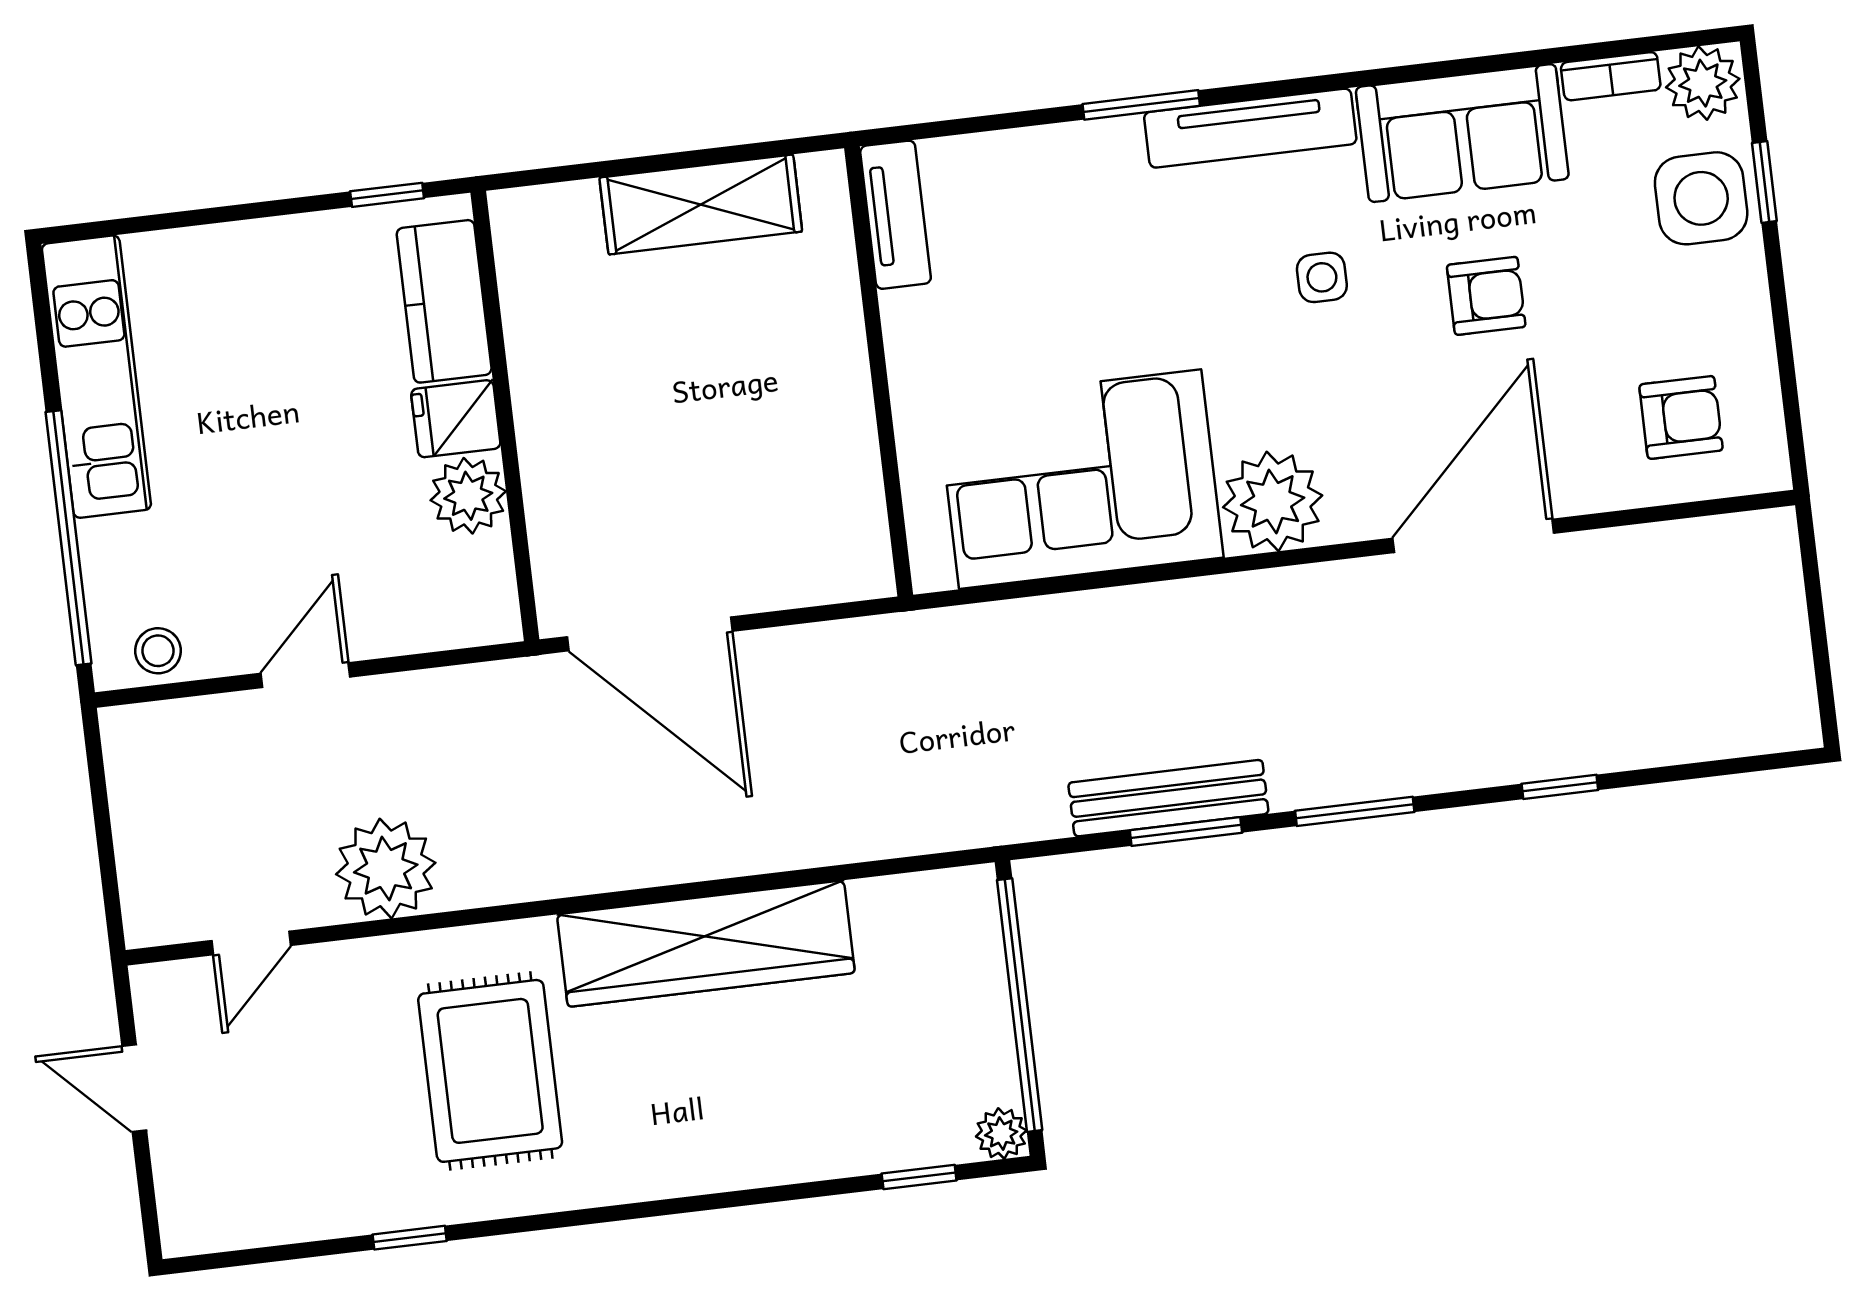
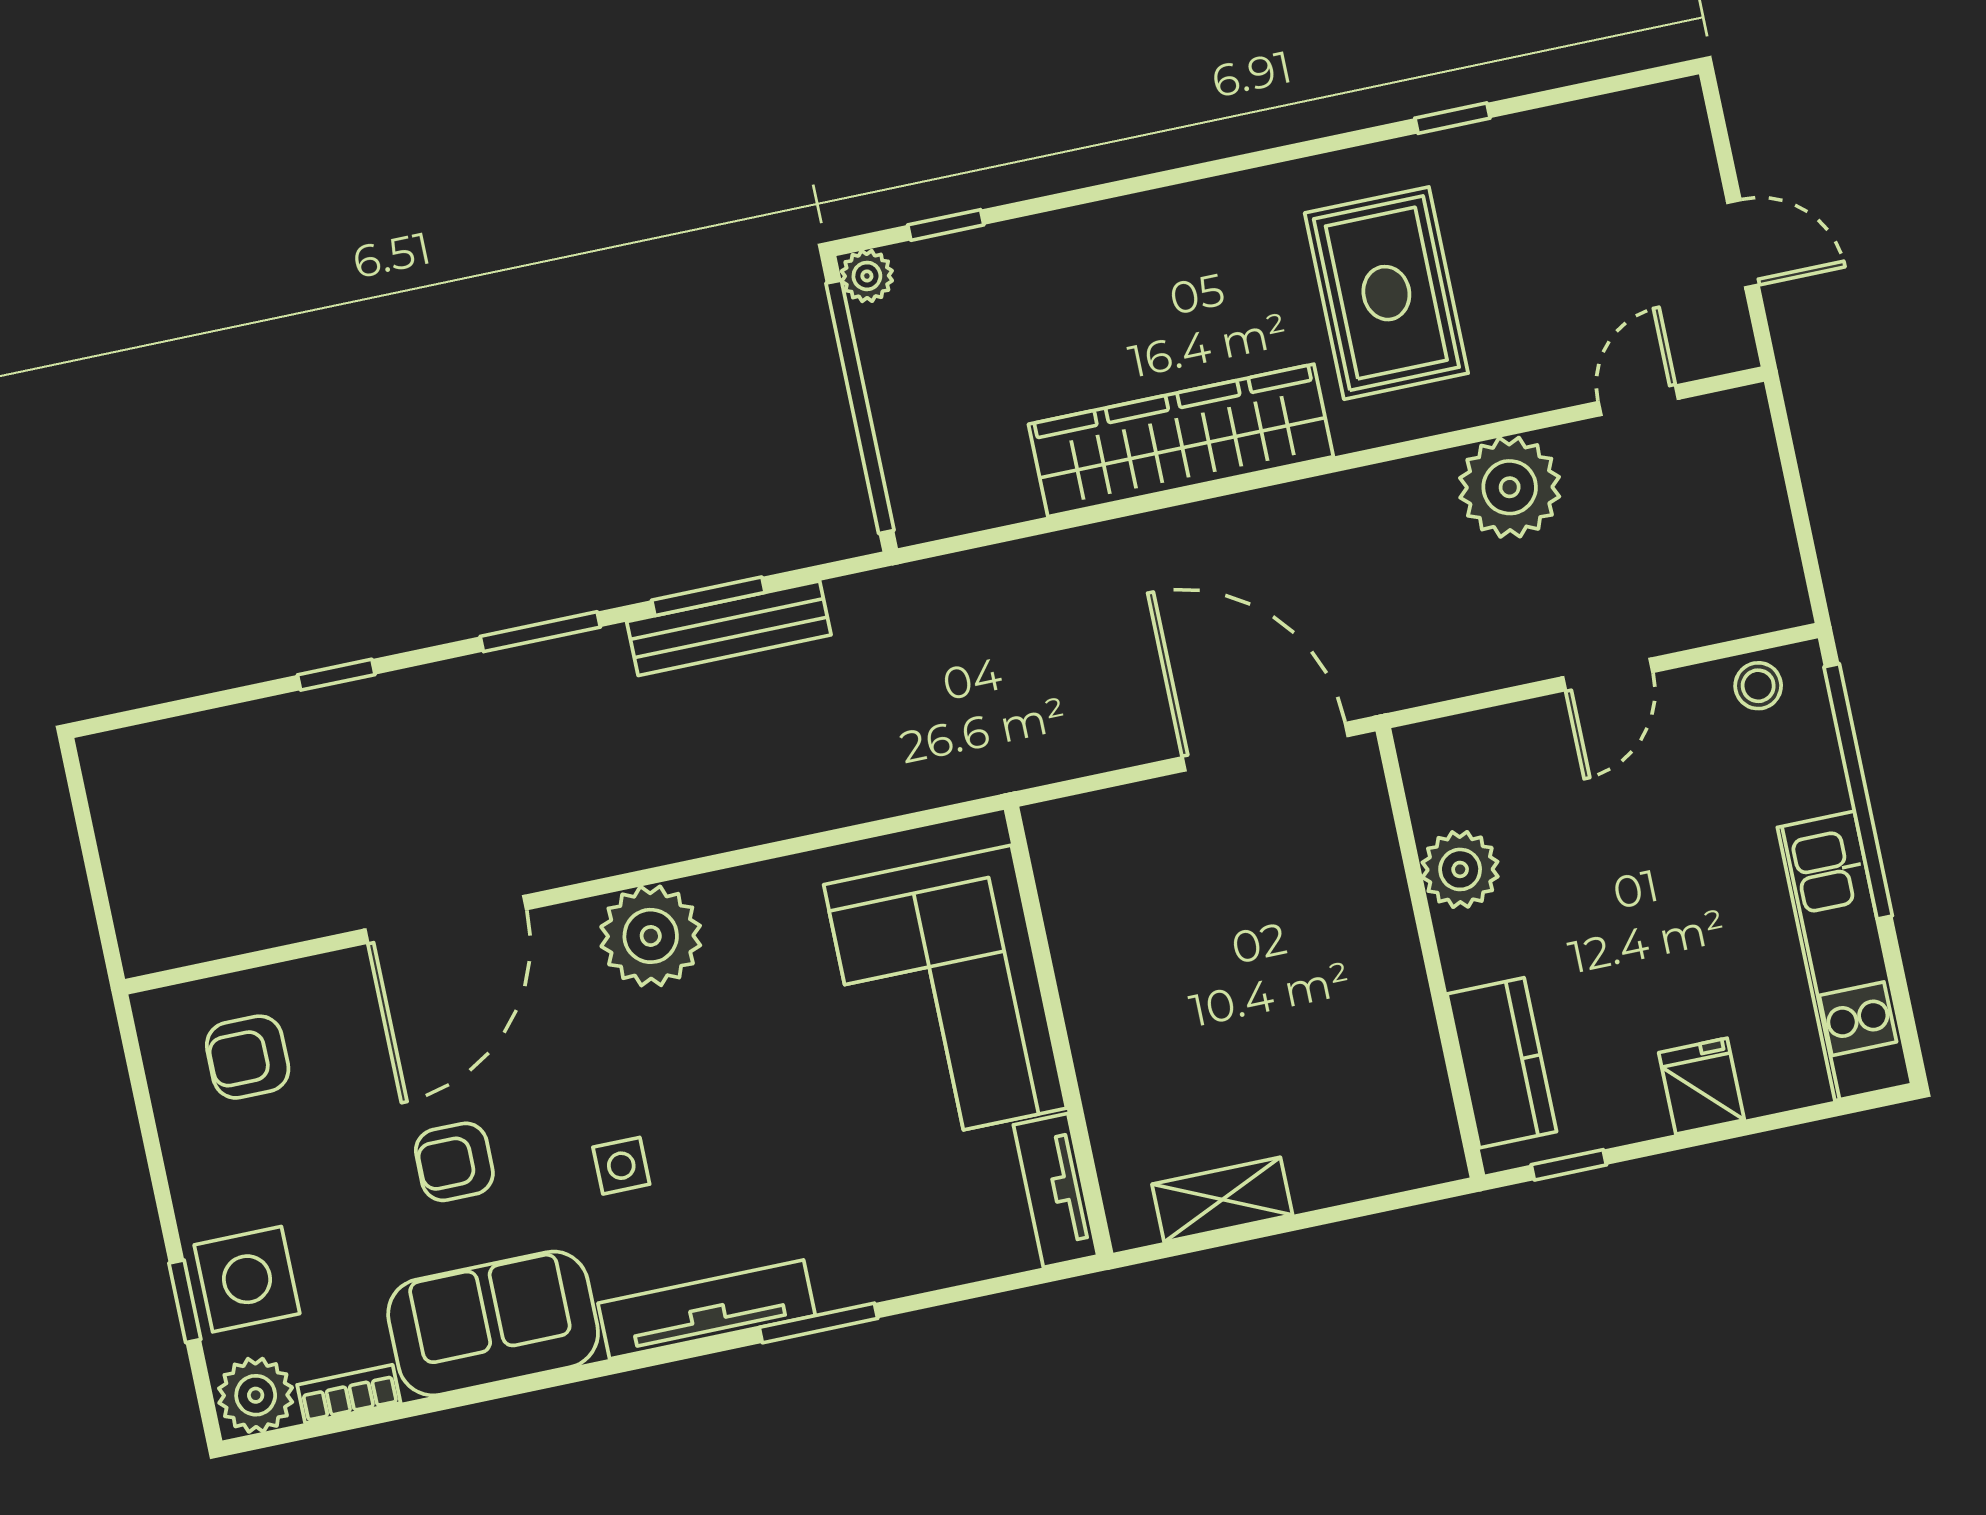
shelving: (701, 205) -> (1222, 1200), width x0.67, depth x0.75
fridge: (456, 419) -> (1701, 1086), moved, turned -90
corner sofa: (1080, 479) -> (945, 996), moved, turned 90

